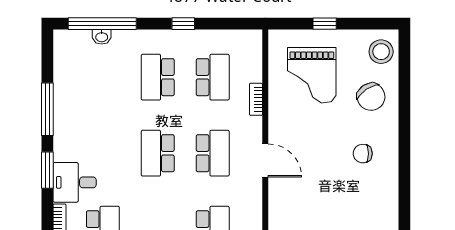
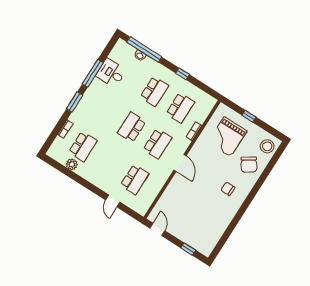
school desk: (158, 77) -> (154, 91), turned 180
desk: (75, 182) -> (111, 73), moved

